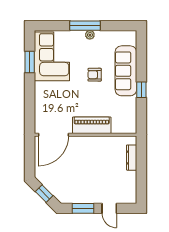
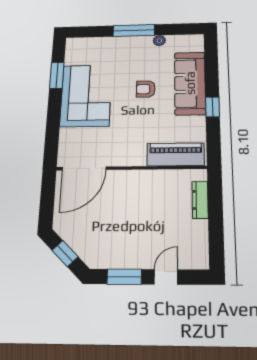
plant: (90, 35) -> (159, 41), moved
corner sofa: (52, 56) -> (86, 95), moved
piano: (92, 125) -> (176, 154), moved
door: (109, 208) -> (166, 277), swing flipped

